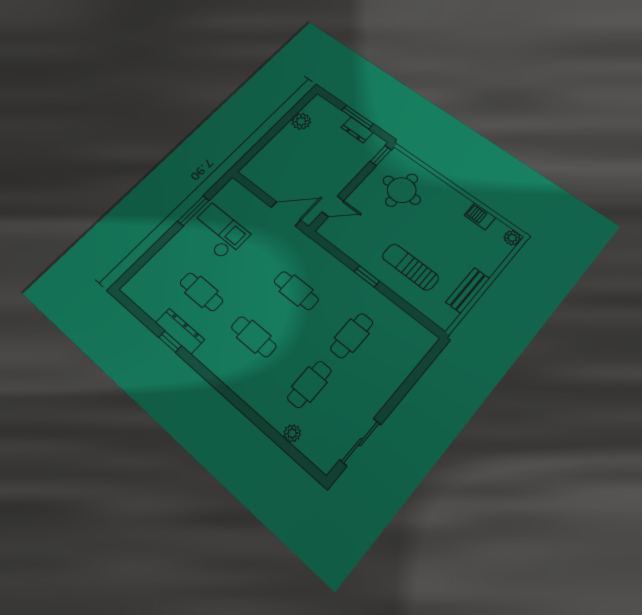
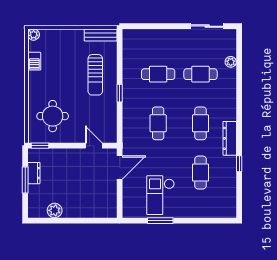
door: (286, 214) -> (120, 168), swing flipped
bench: (468, 290) -> (101, 35), moved
dresser: (180, 331) -> (230, 138), moved

